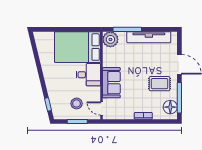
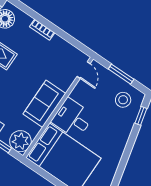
sofa: (111, 83) -> (44, 104), moved
stool: (77, 103) -> (123, 100), moved

